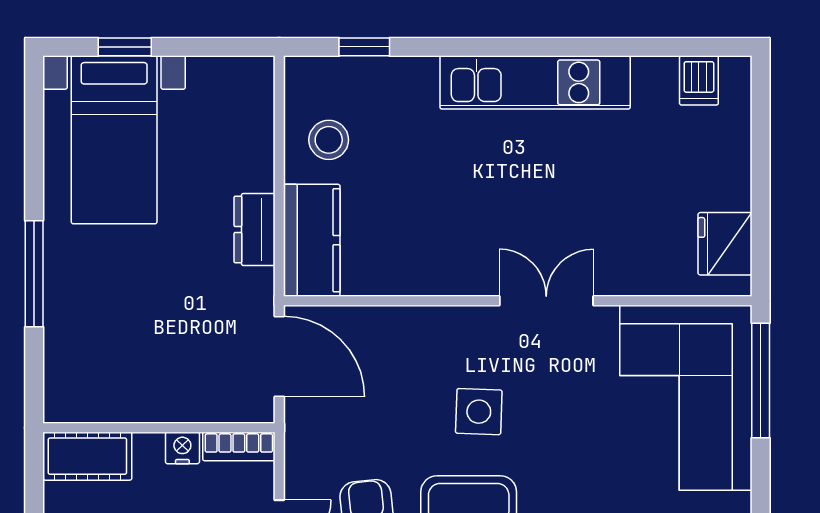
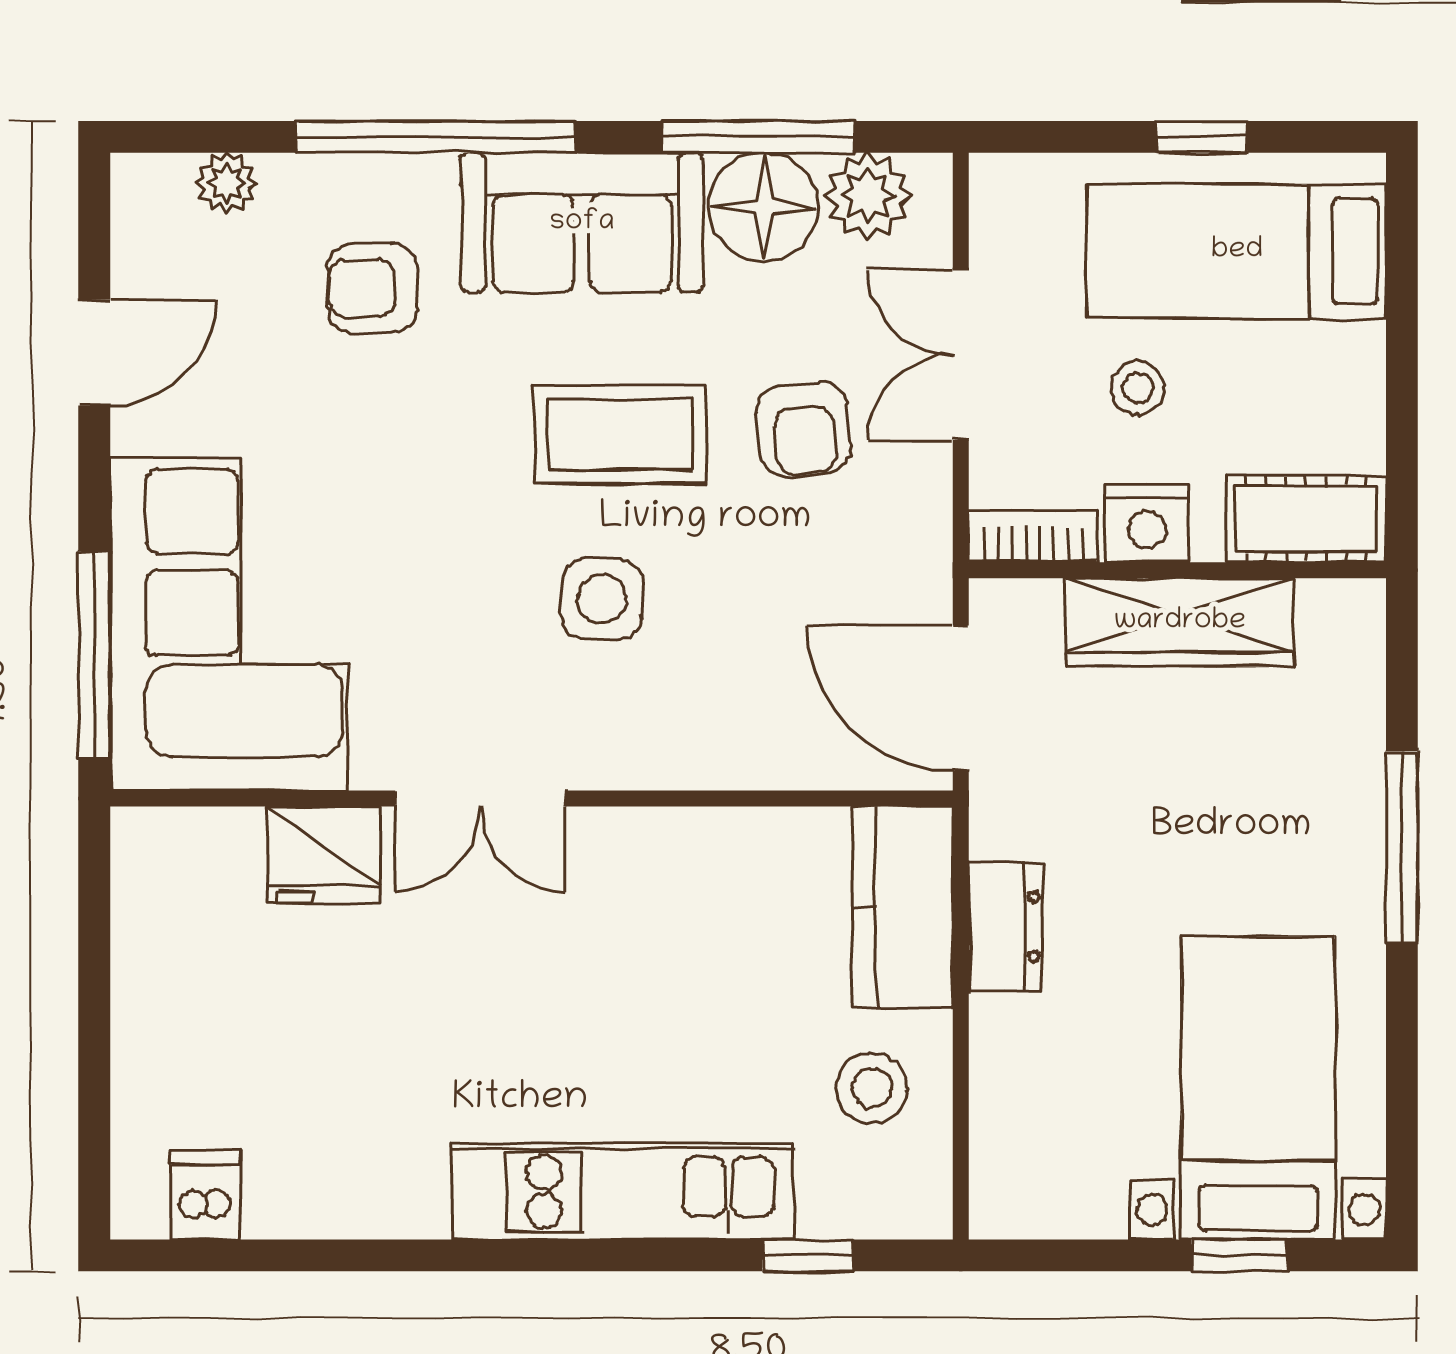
kitchen unit: (535, 82) -> (623, 1192), moved
fridge: (725, 244) -> (324, 855), moved, turned 90
wardrobe: (158, 399) -> (1180, 622), added
nightstand: (182, 448) -> (1147, 523), width x1.39, depth x1.35

